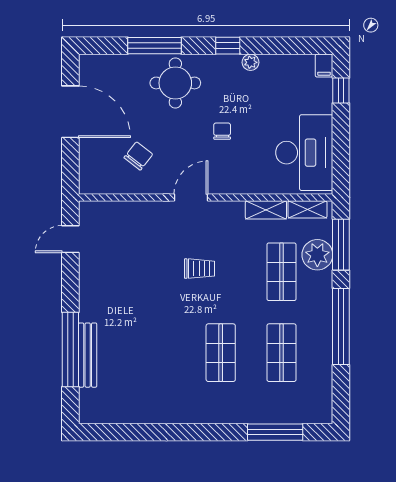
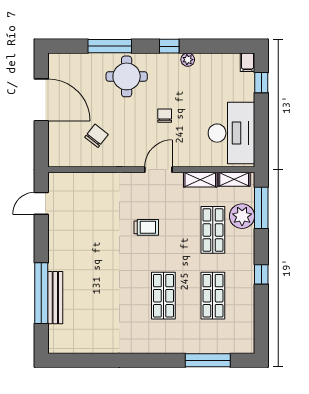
door: (191, 198) -> (158, 170), moved
window: (341, 326) -> (261, 274), width x0.32

